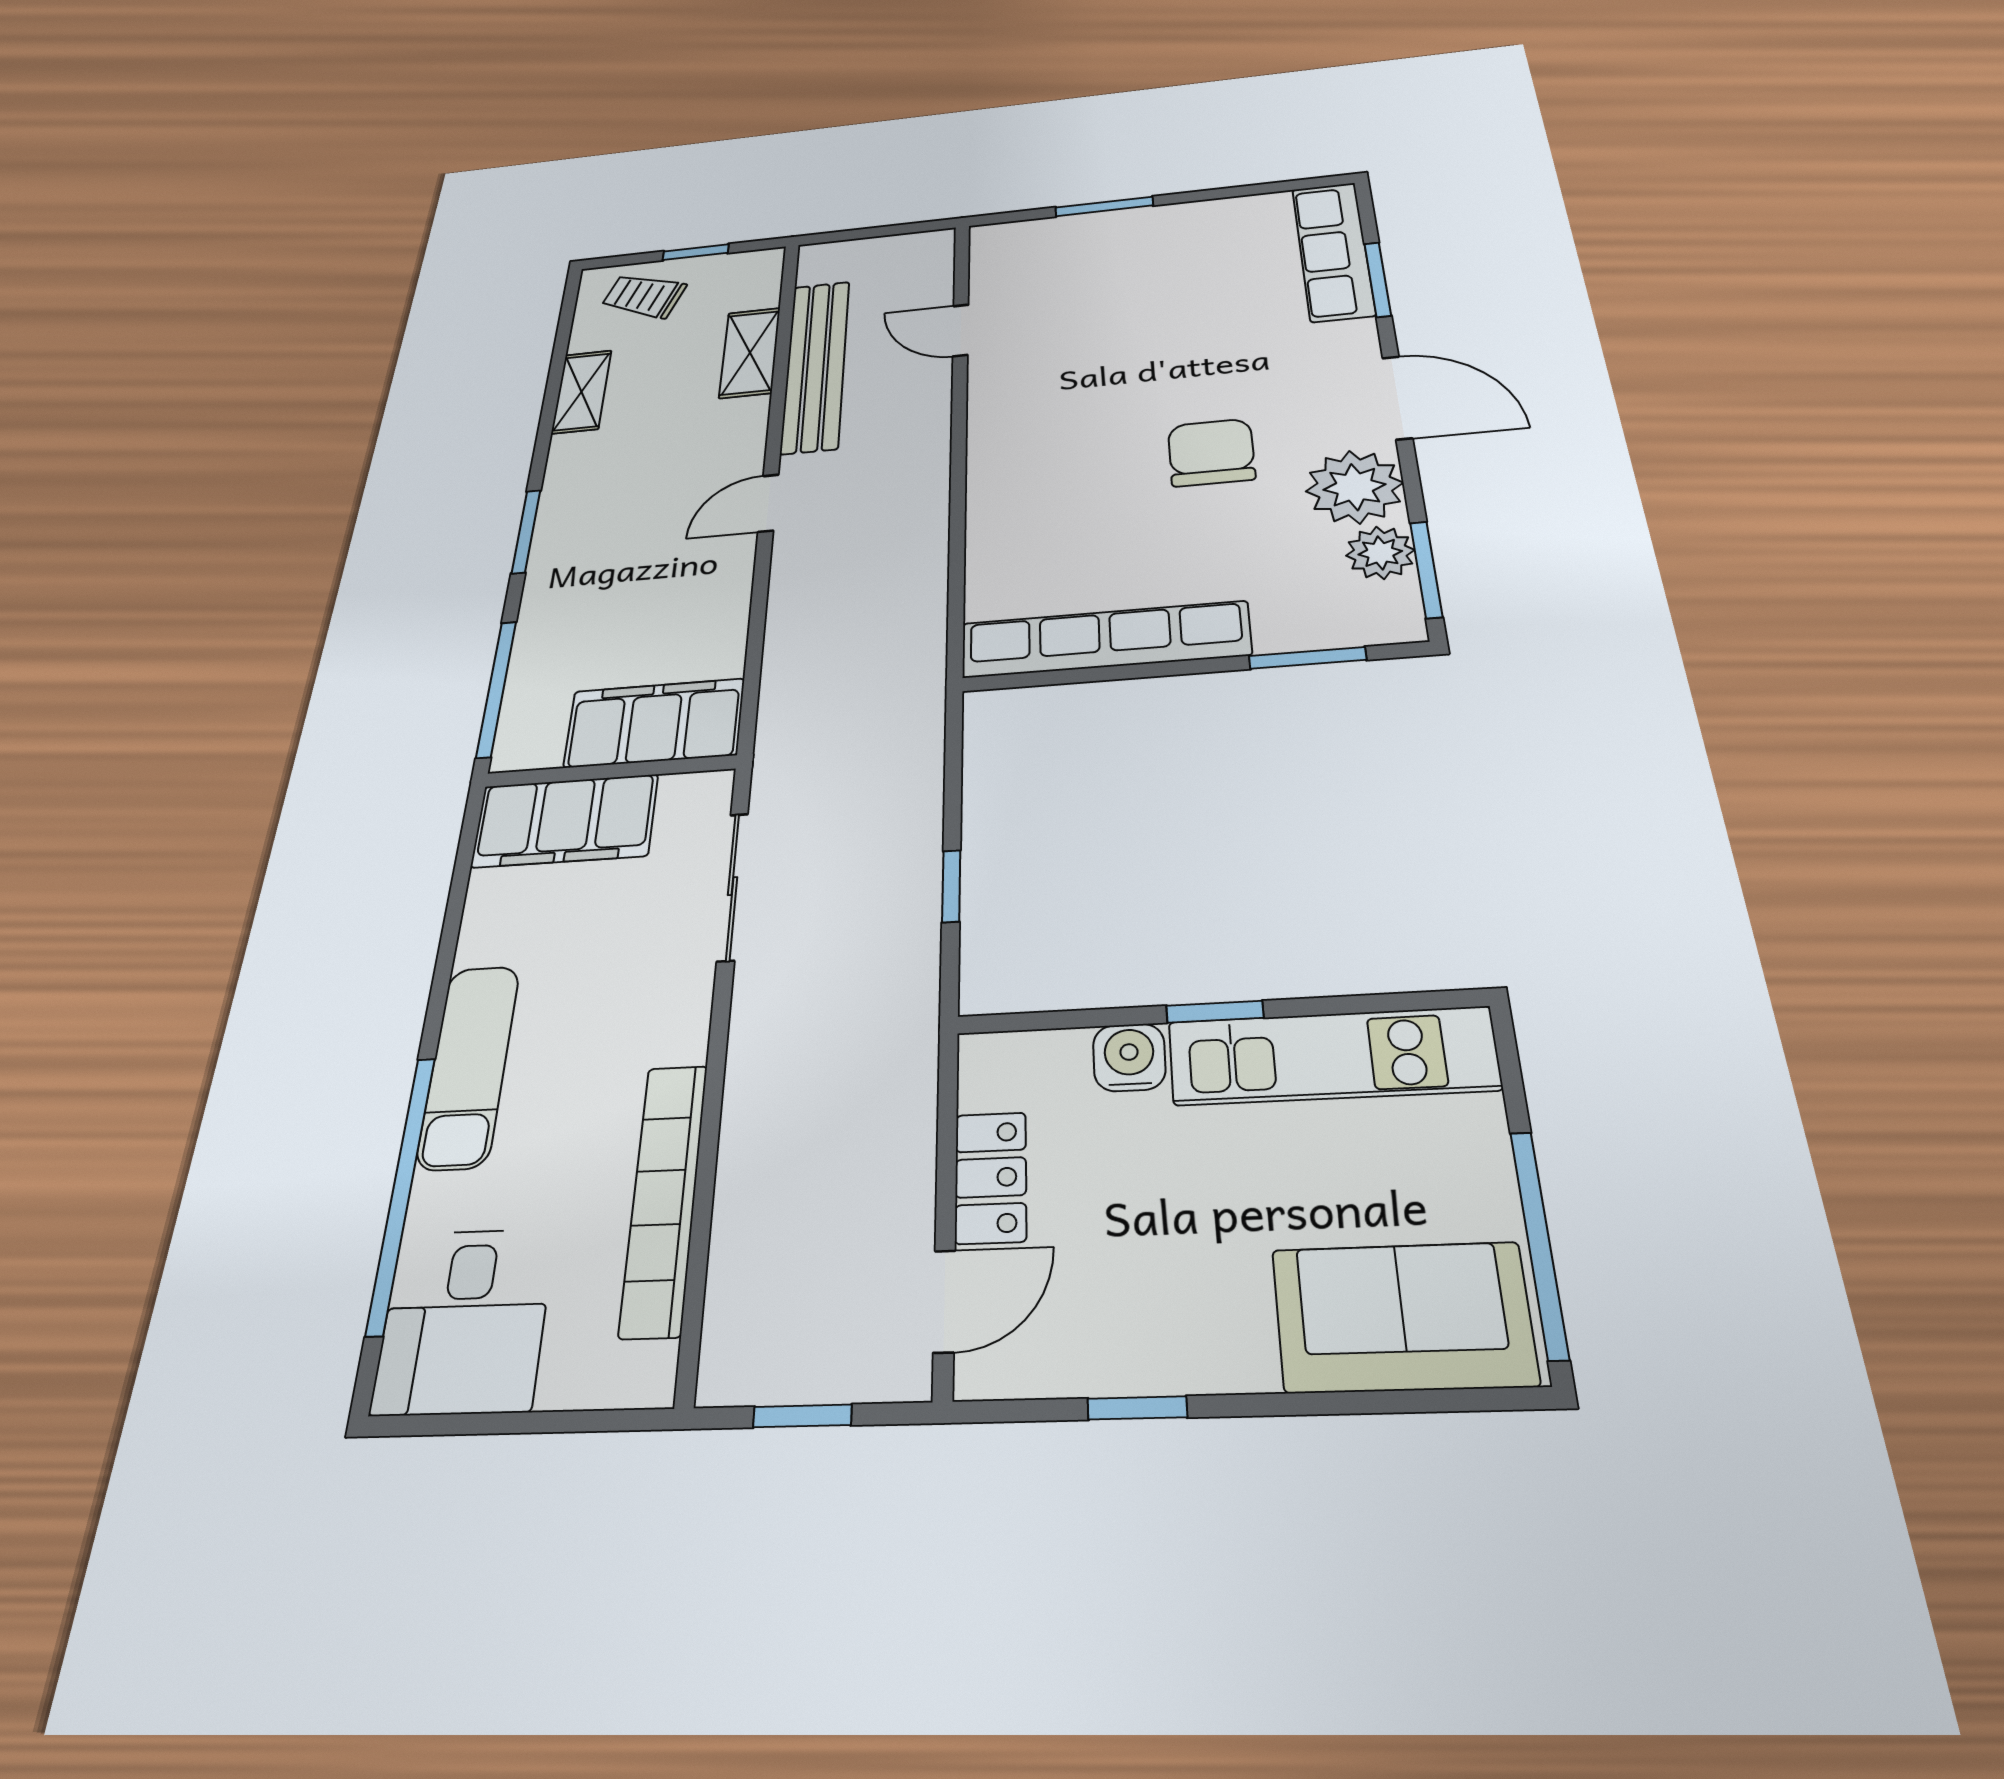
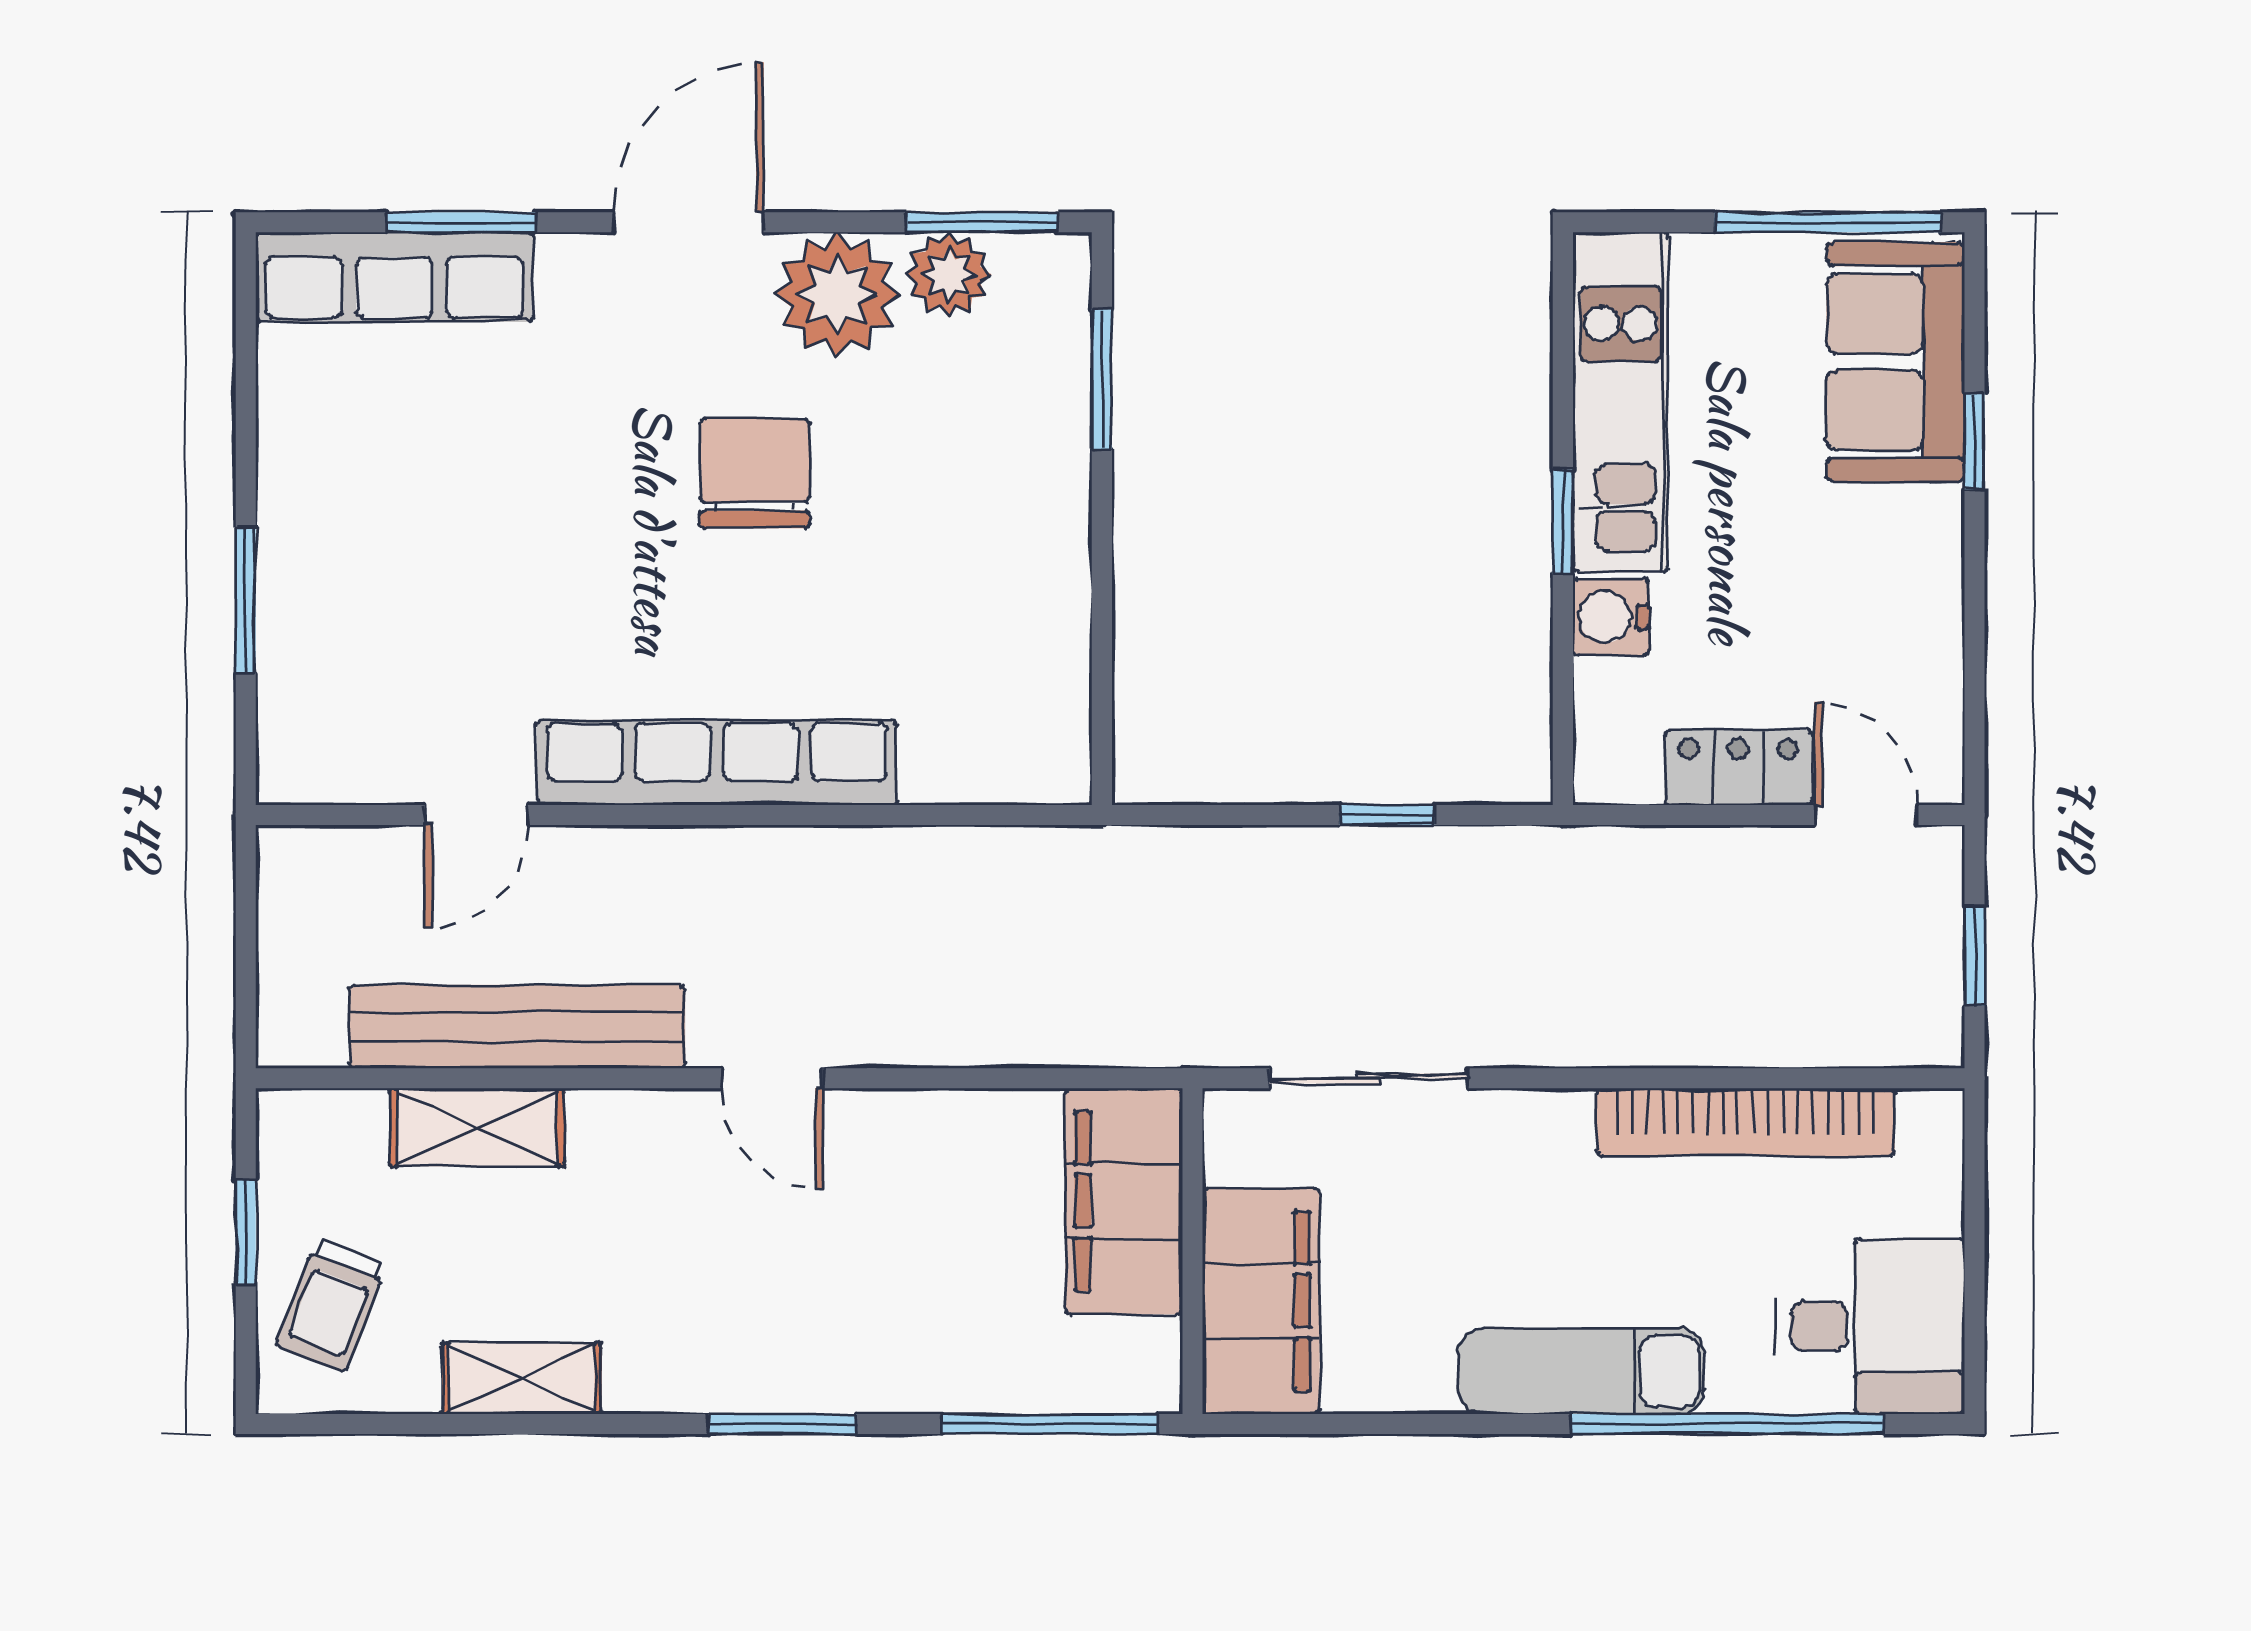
chair: (1211, 452) -> (755, 473), turned 90
row of seats: (1105, 639) -> (717, 762), moved, turned 90
window: (1137, 1408) -> (1974, 441), moved

